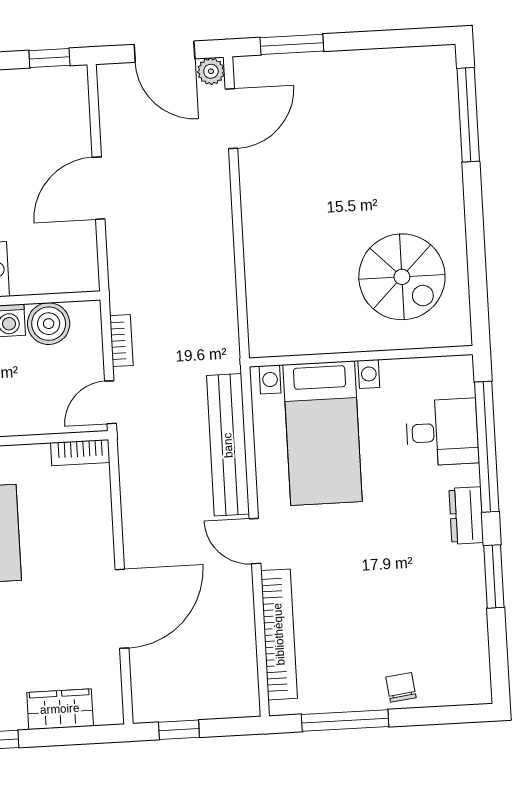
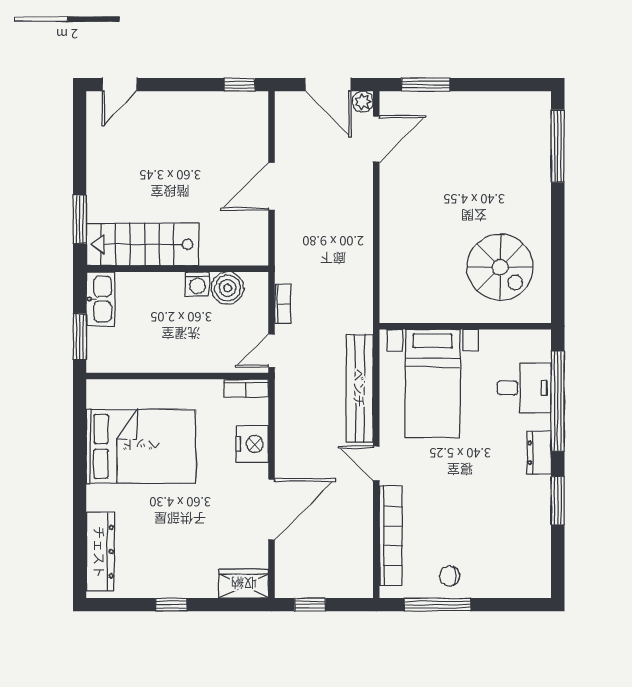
nightstand: (92, 525) -> (252, 444), added
chair: (401, 687) -> (450, 576), moved, turned -83
wardrobe: (60, 709) -> (244, 584), moved

